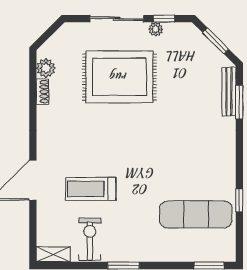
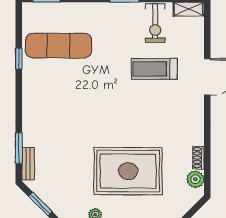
bench: (229, 92) -> (28, 164), width x0.73
treadmill: (91, 189) -> (154, 69), turned 180

